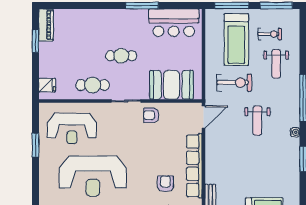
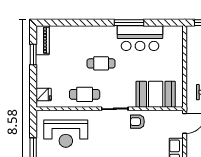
bar counter: (174, 23) -> (140, 38), moved
cafe table: (121, 56) -> (101, 63), moved

